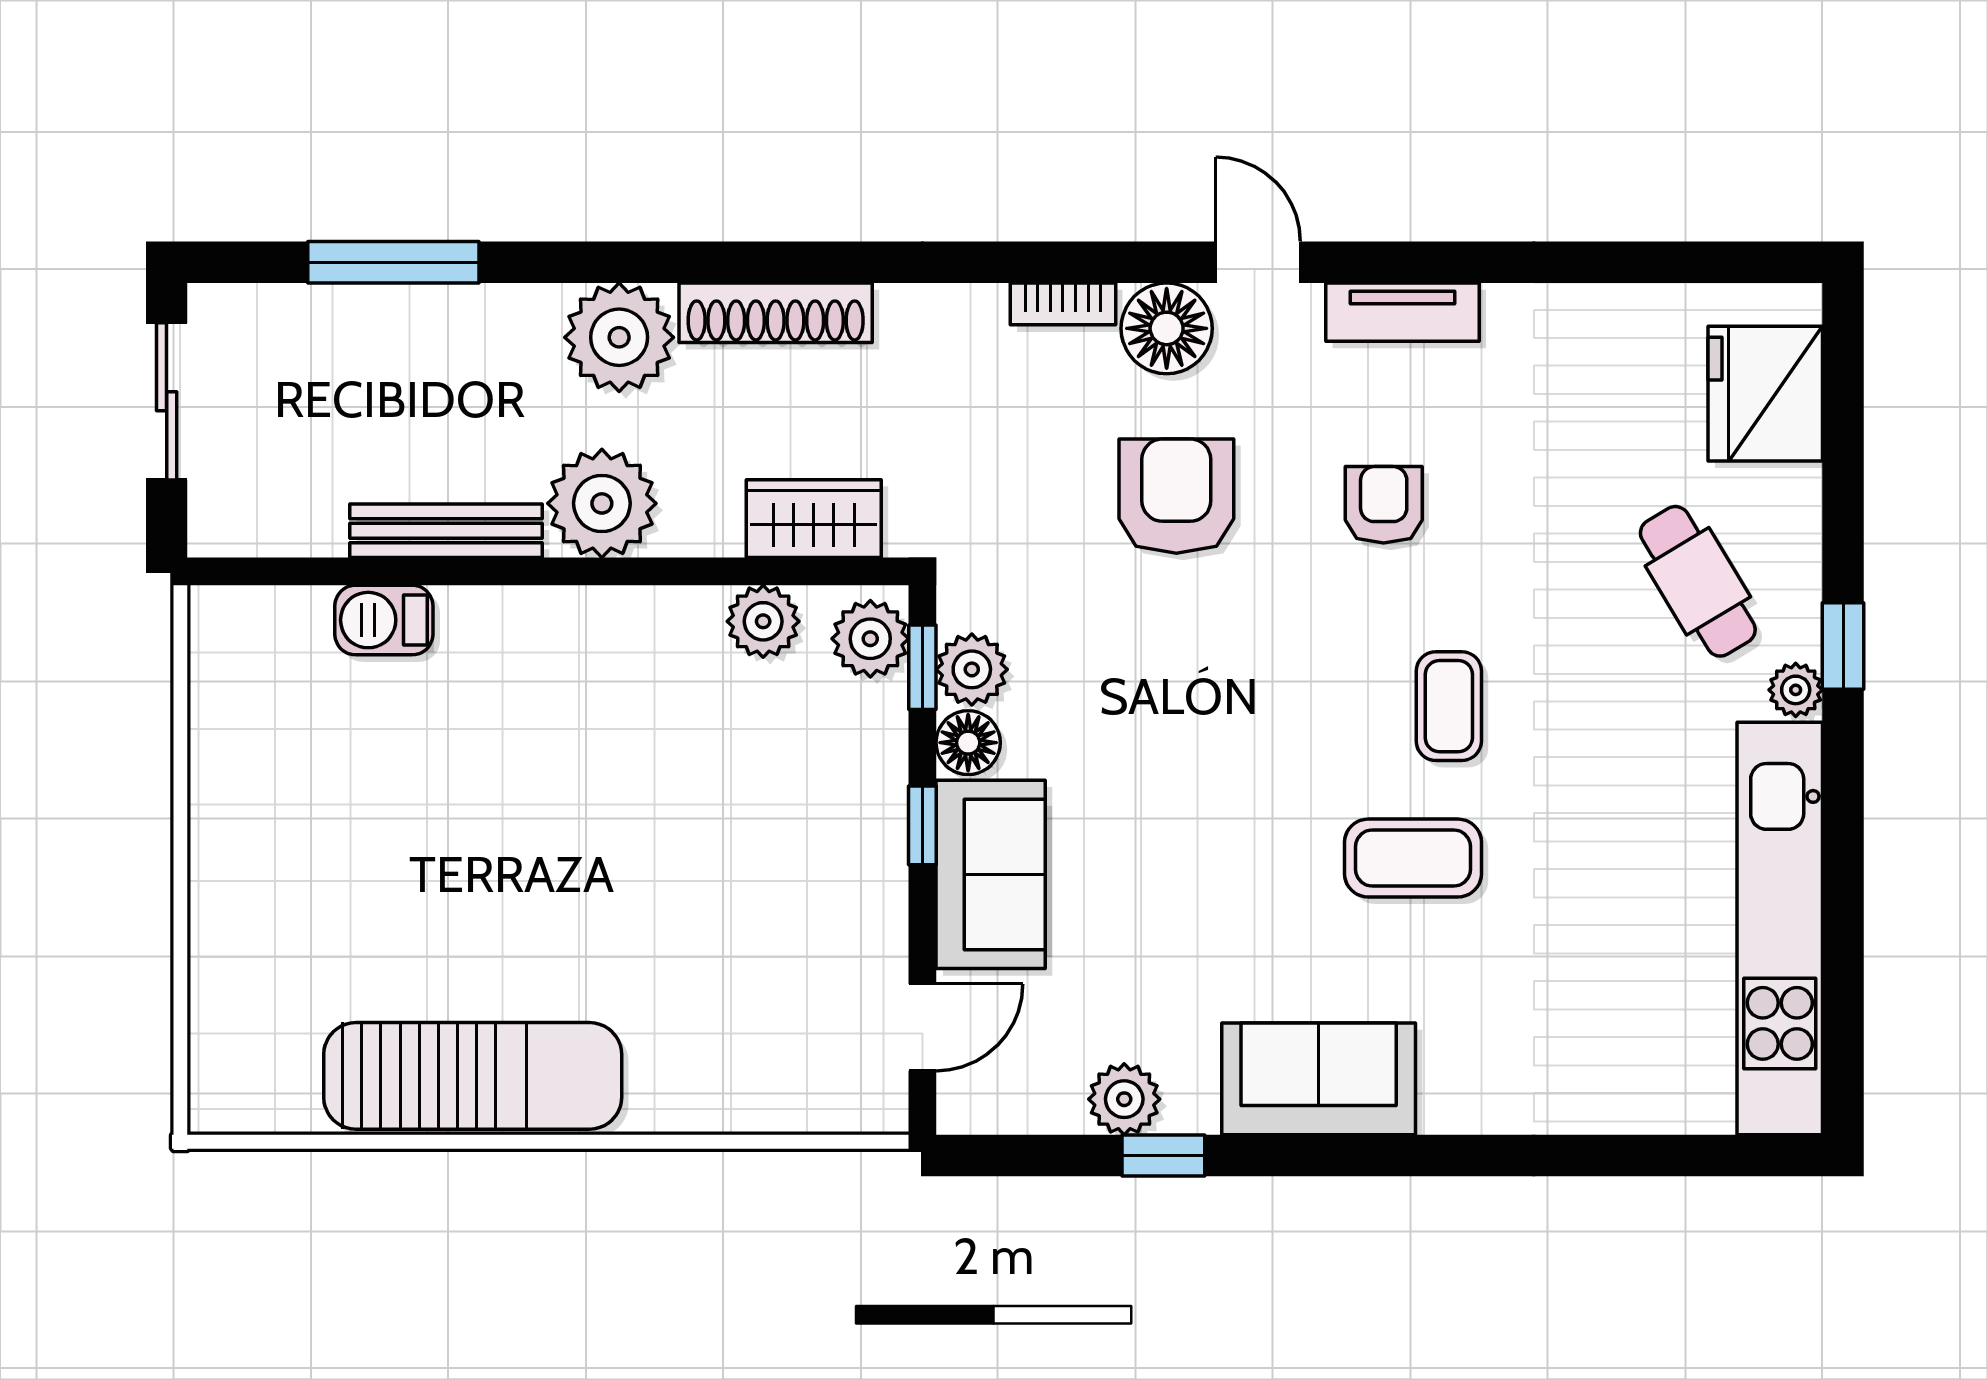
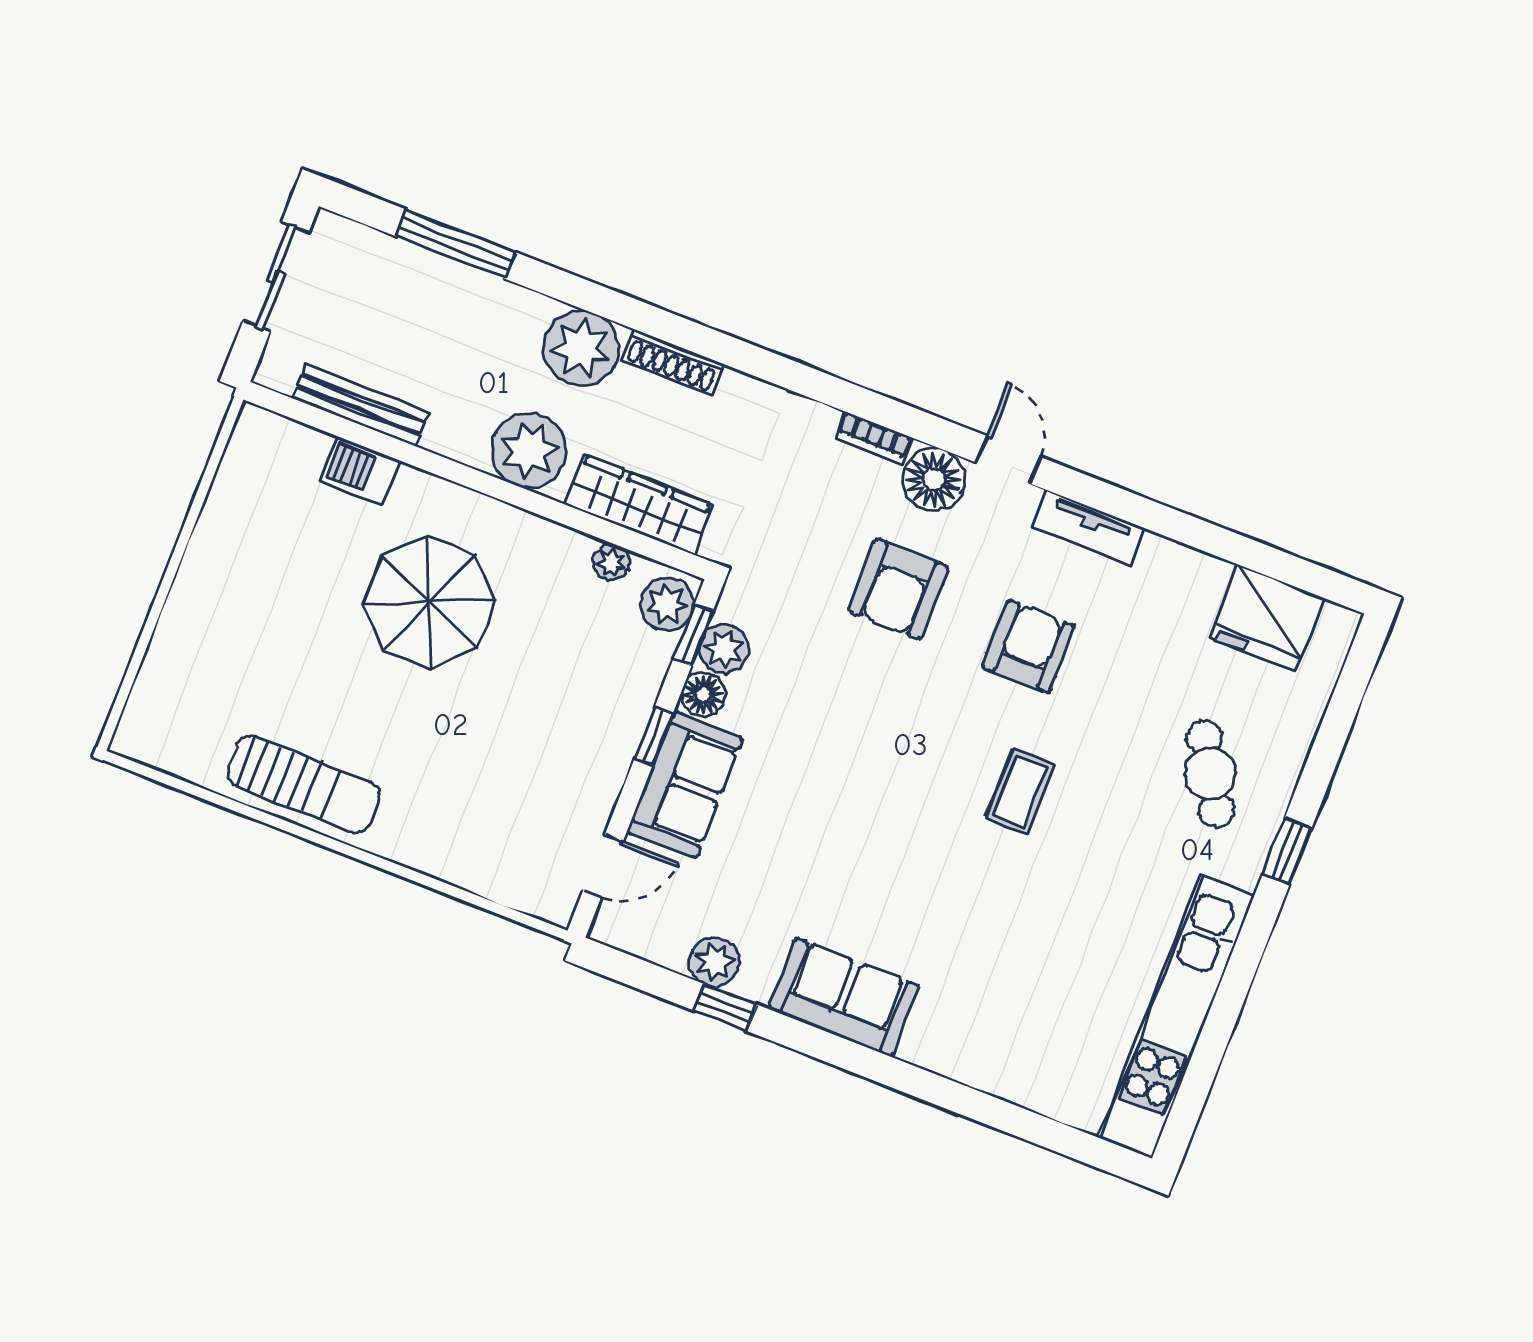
shoe rack: (776, 313) -> (673, 362), width x0.74, depth x0.81
fridge: (1765, 394) -> (1267, 618), moved, turned -90
armchair: (1176, 496) -> (898, 589), turned 180
armchair: (1384, 505) -> (1029, 646), width x1.38, depth x1.38
wardrobe: (814, 519) -> (639, 505), width x1.50
bench: (446, 531) -> (361, 405), moved
plant: (763, 621) -> (611, 562), width x0.73, depth x0.73
plant: (1796, 690) -> (1246, 867), removed
parasol: (547, 762) -> (429, 602), added
coffee table: (1413, 858) -> (959, 880), removed
sun lounger: (473, 1076) -> (303, 784), width x0.73, depth x0.75

